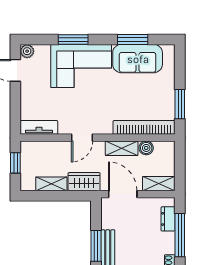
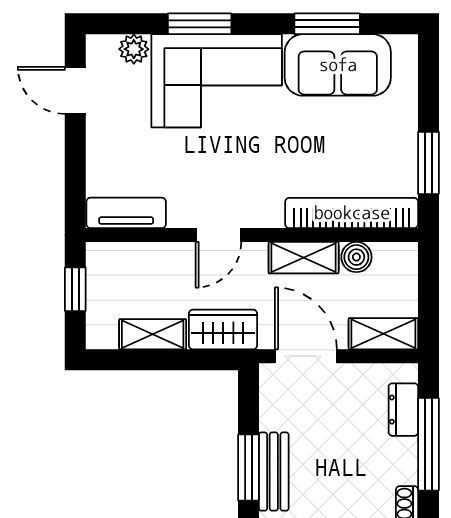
plant: (27, 51) -> (134, 49), moved

